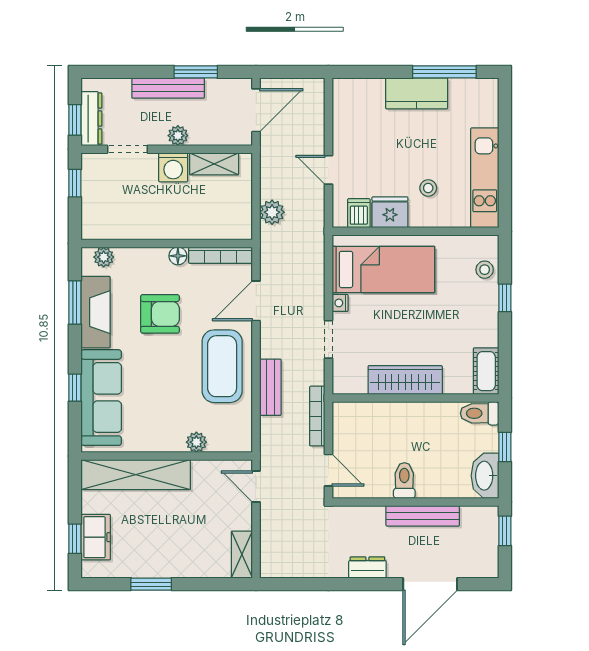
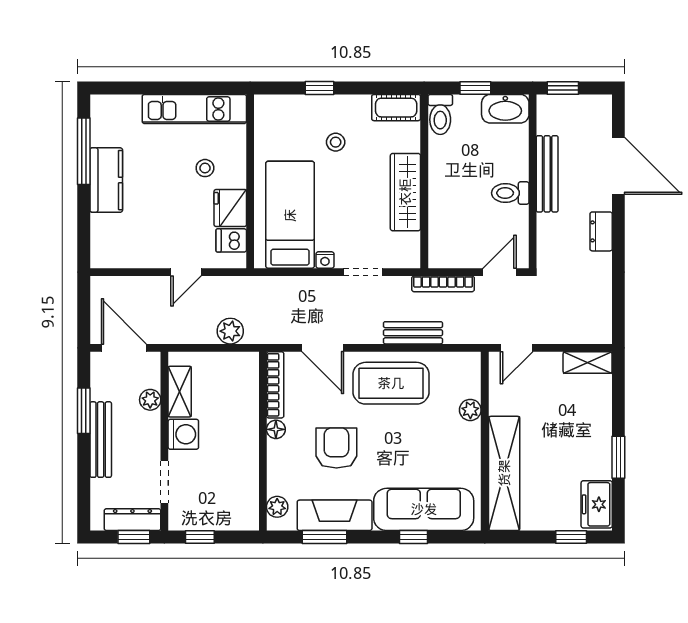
plant: (178, 136) -> (150, 400), moved
stool: (485, 270) -> (336, 142), moved
freezer: (96, 537) -> (597, 504), moved, turned -90

